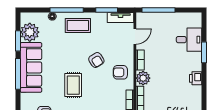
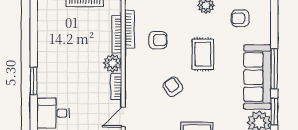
window: (204, 52) -> (34, 81), moved
armchair: (120, 72) -> (158, 40), moved
printer: (196, 78) -> (45, 63), removed

